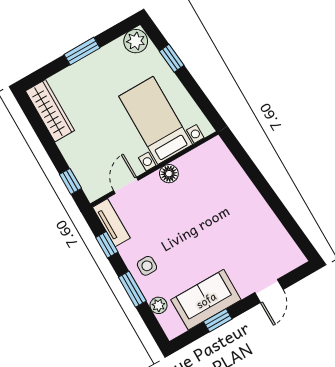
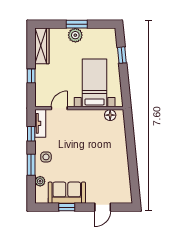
plant: (136, 41) -> (75, 35), moved
floor lamp: (169, 174) -> (110, 115), moved
window: (70, 181) -> (31, 76), moved

